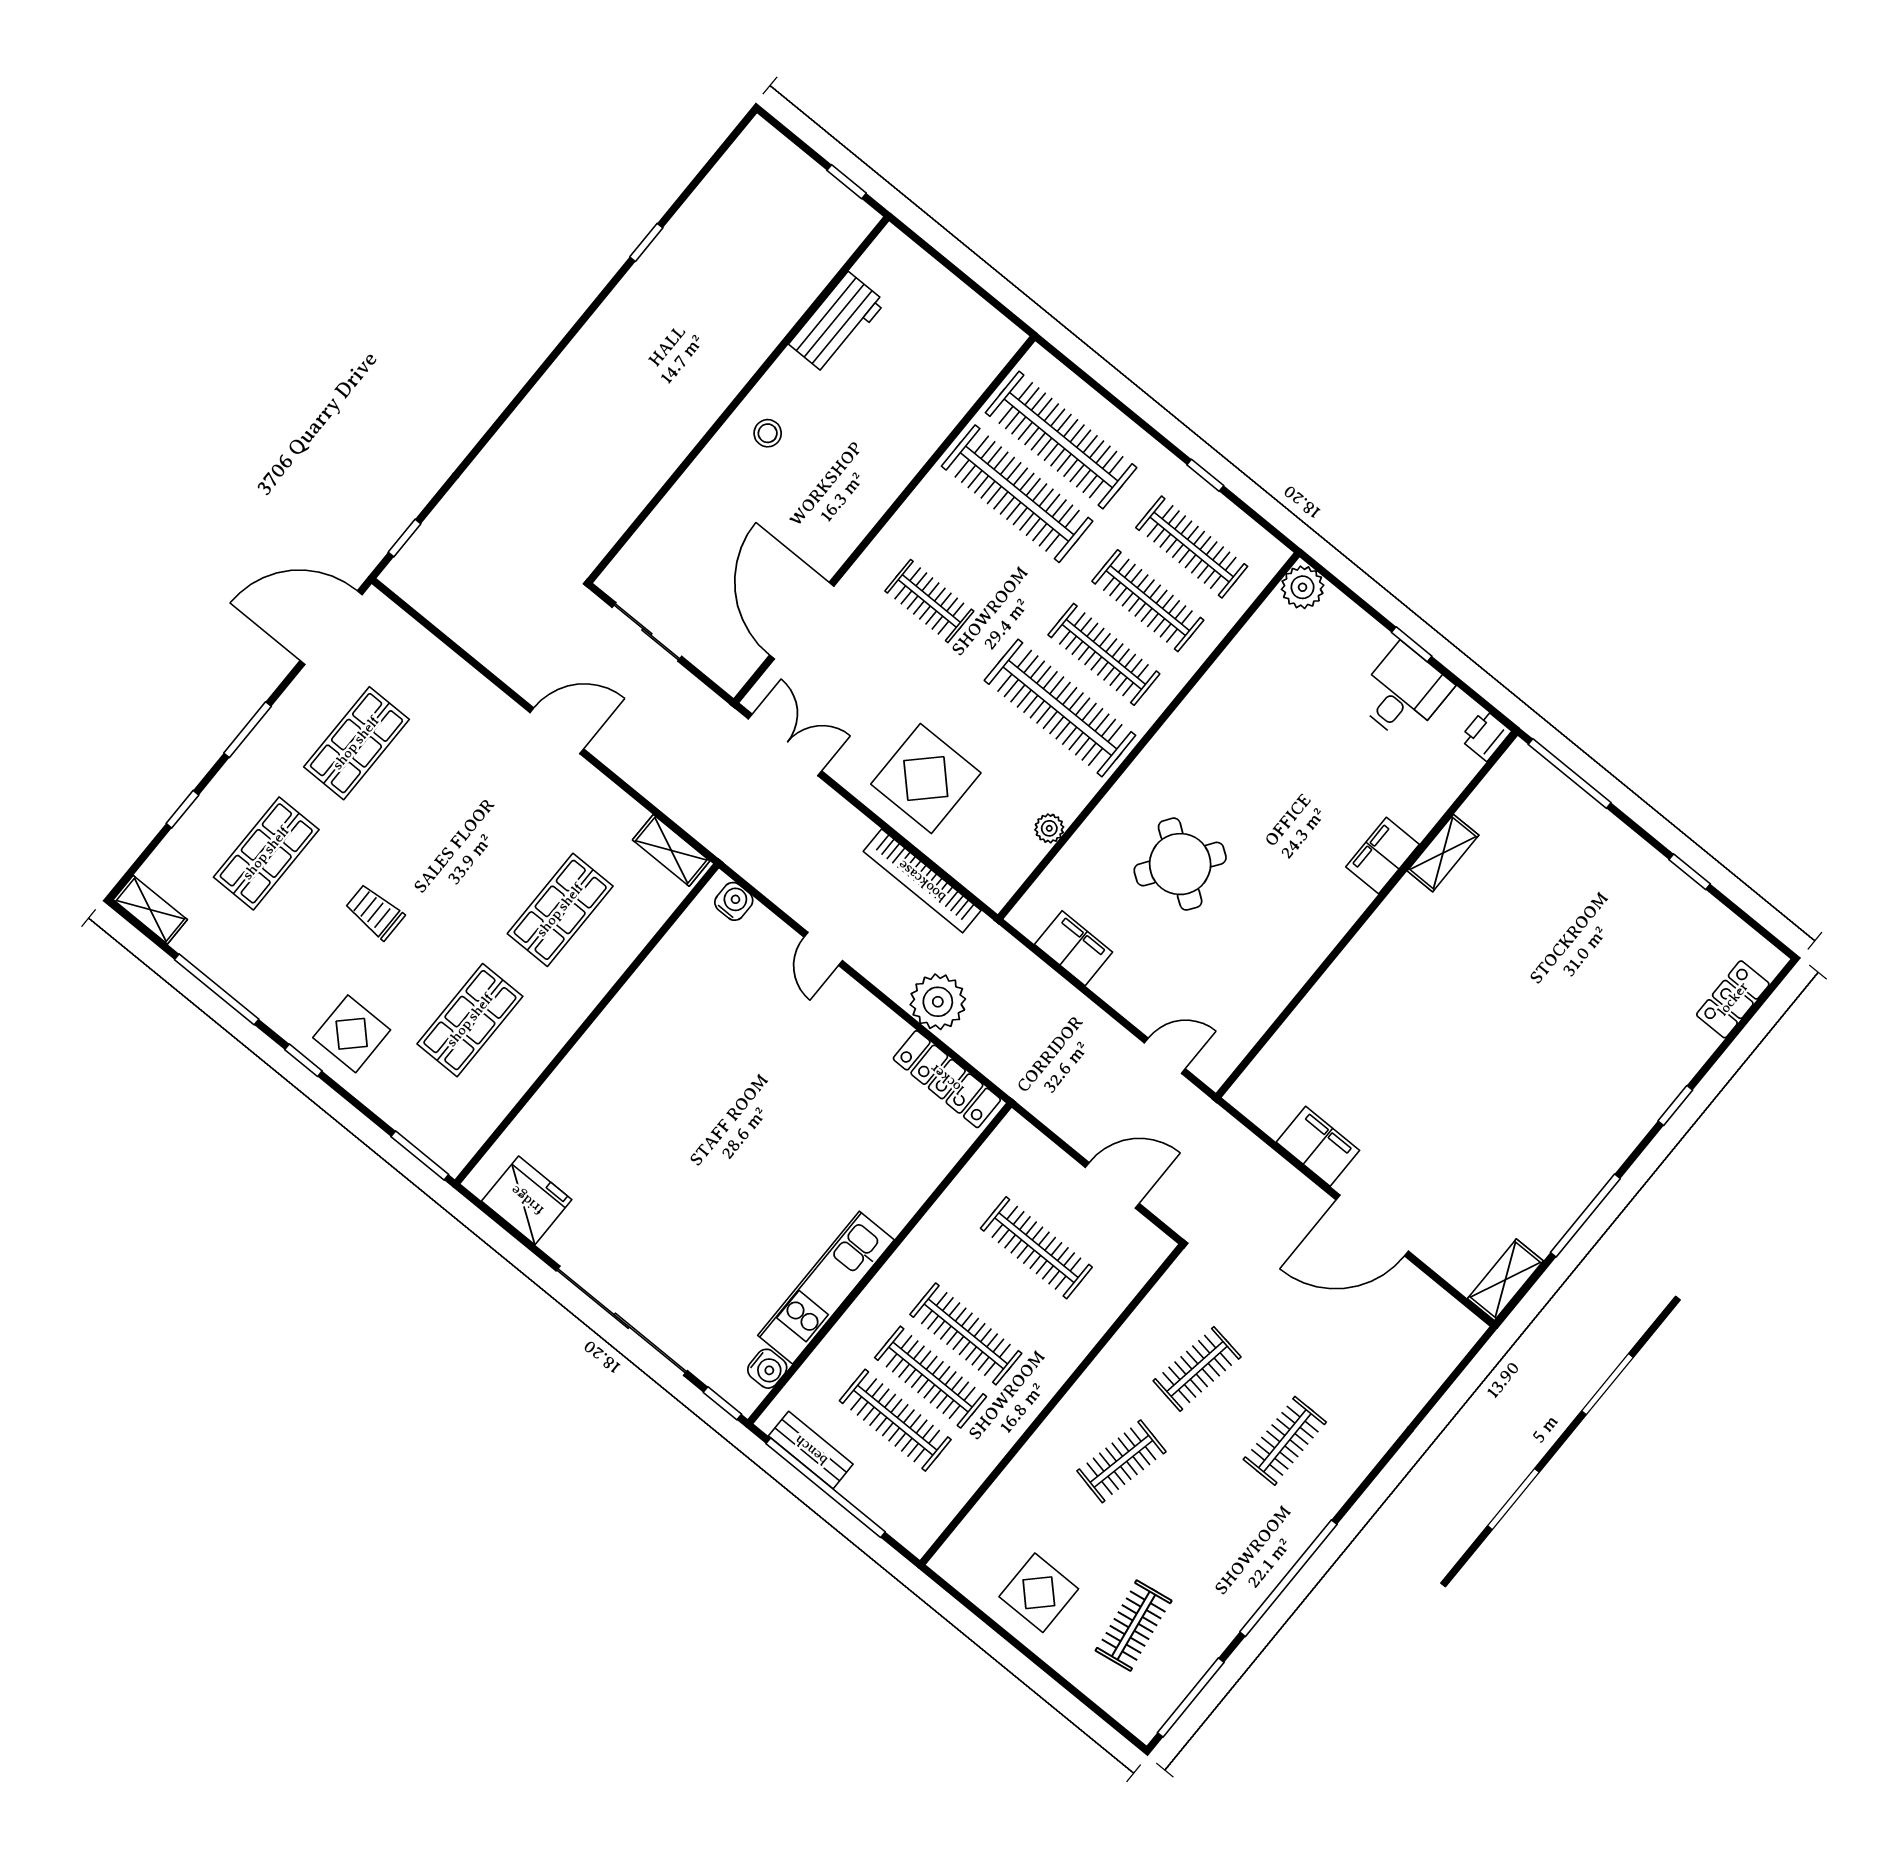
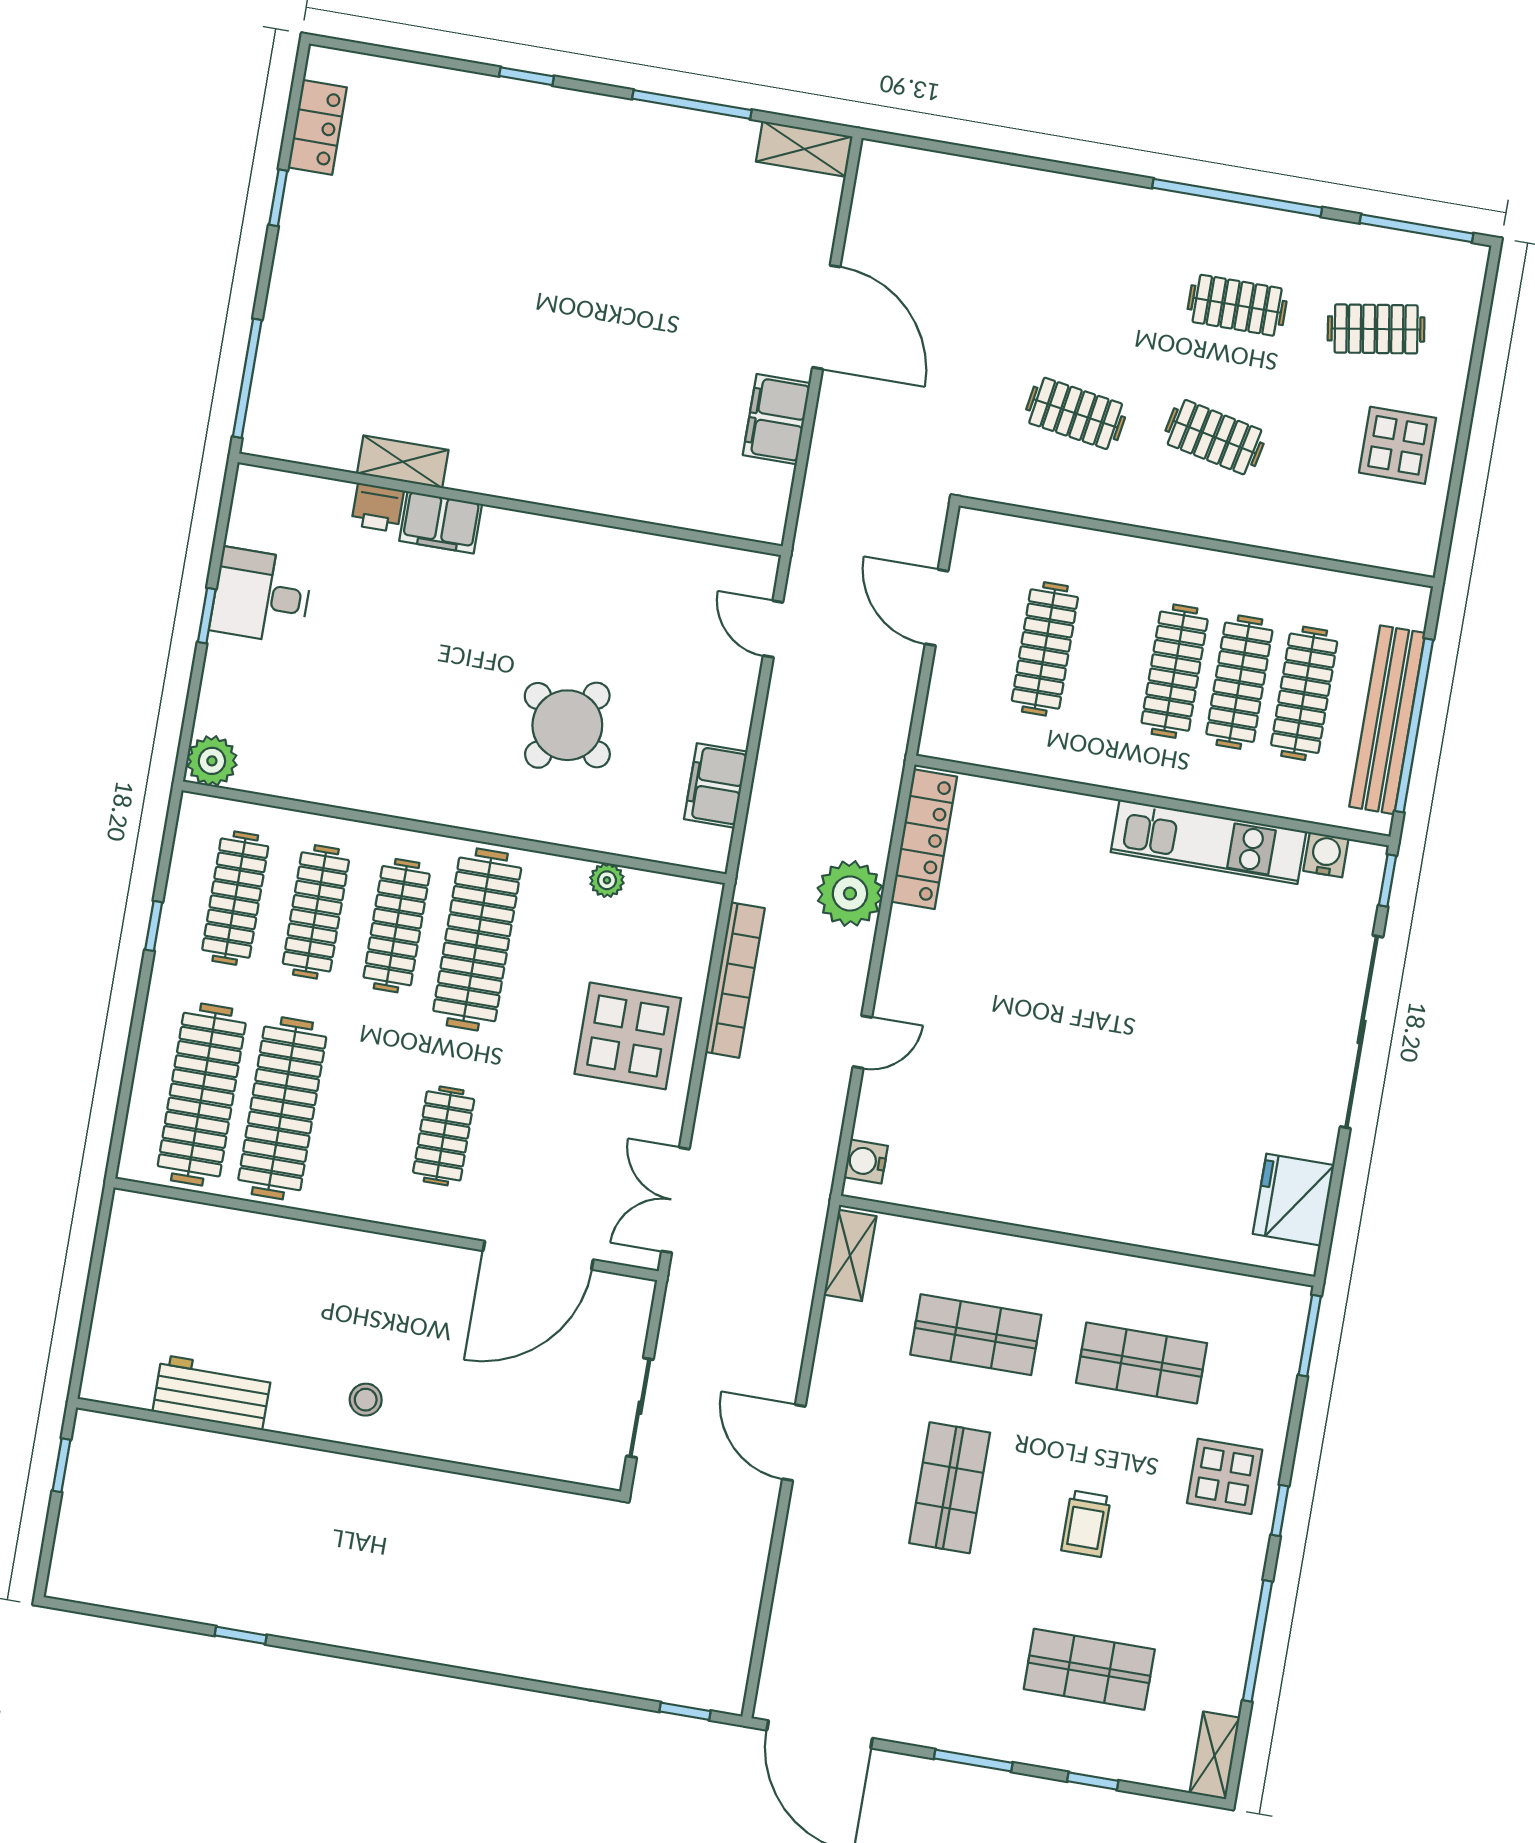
printer: (1485, 735) -> (378, 508), moved
shop shelf: (356, 743) -> (950, 1488), moved, turned 90
locker: (1733, 999) -> (317, 127), moved, turned -90
clothes rail: (1285, 1441) -> (1237, 305), moved
bench: (811, 1450) -> (1387, 720), width x1.86, depth x1.21

